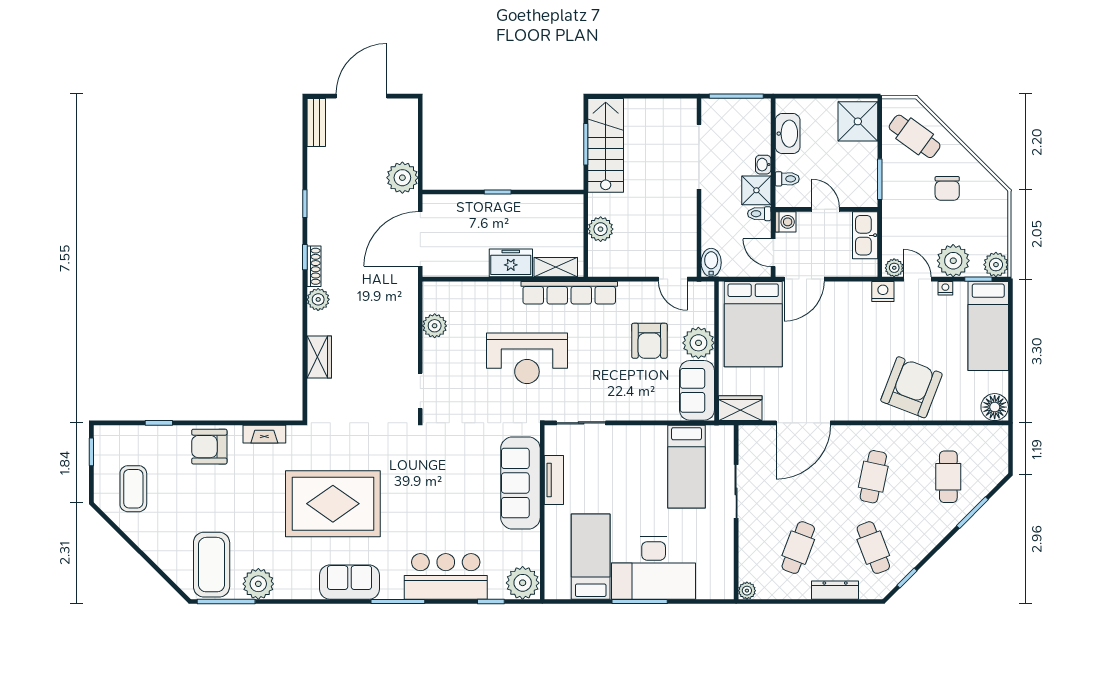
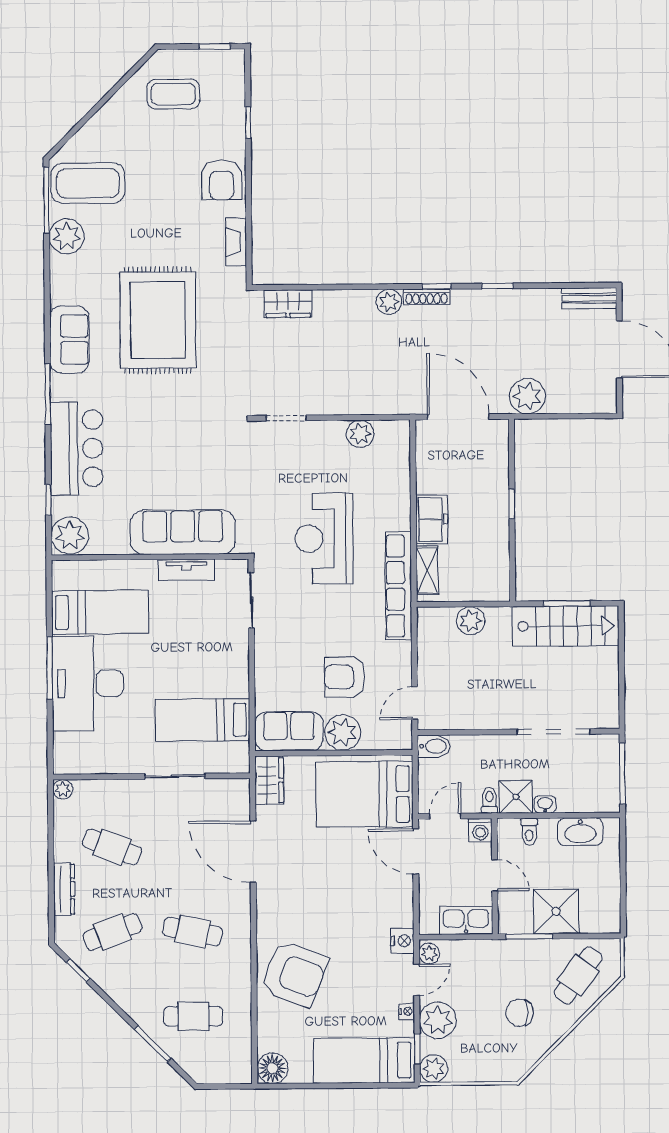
shower: (858, 121) -> (556, 911), moved
door: (826, 209) -> (495, 875), hinge flipped
wardrobe: (319, 357) -> (288, 304), moved
armchair: (209, 447) -> (222, 180), turned 180

